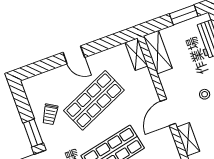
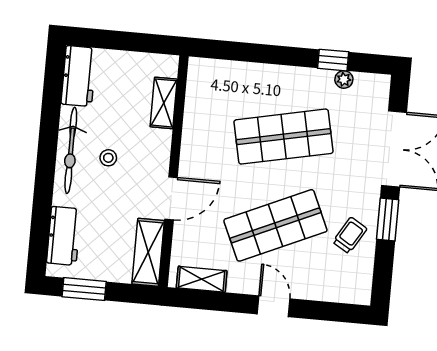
shelving: (136, 54) -> (202, 279), moved, turned 90
door: (168, 112) -> (171, 198), moved

